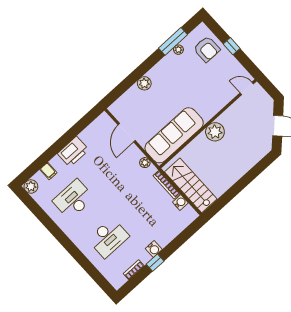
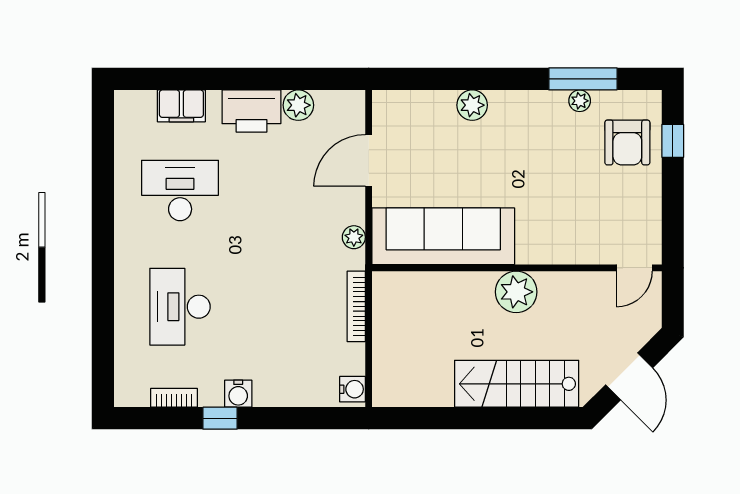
window: (232, 46) -> (673, 141), moved
door: (247, 88) -> (634, 268), swing flipped
filing cabinet: (48, 171) -> (181, 106), width x2.00
stairs: (191, 185) -> (517, 384), moved, turned -90
plant: (31, 186) -> (298, 105), moved
water cooler: (180, 202) -> (353, 389), moved
desk: (108, 238) -> (180, 307), turned 90

